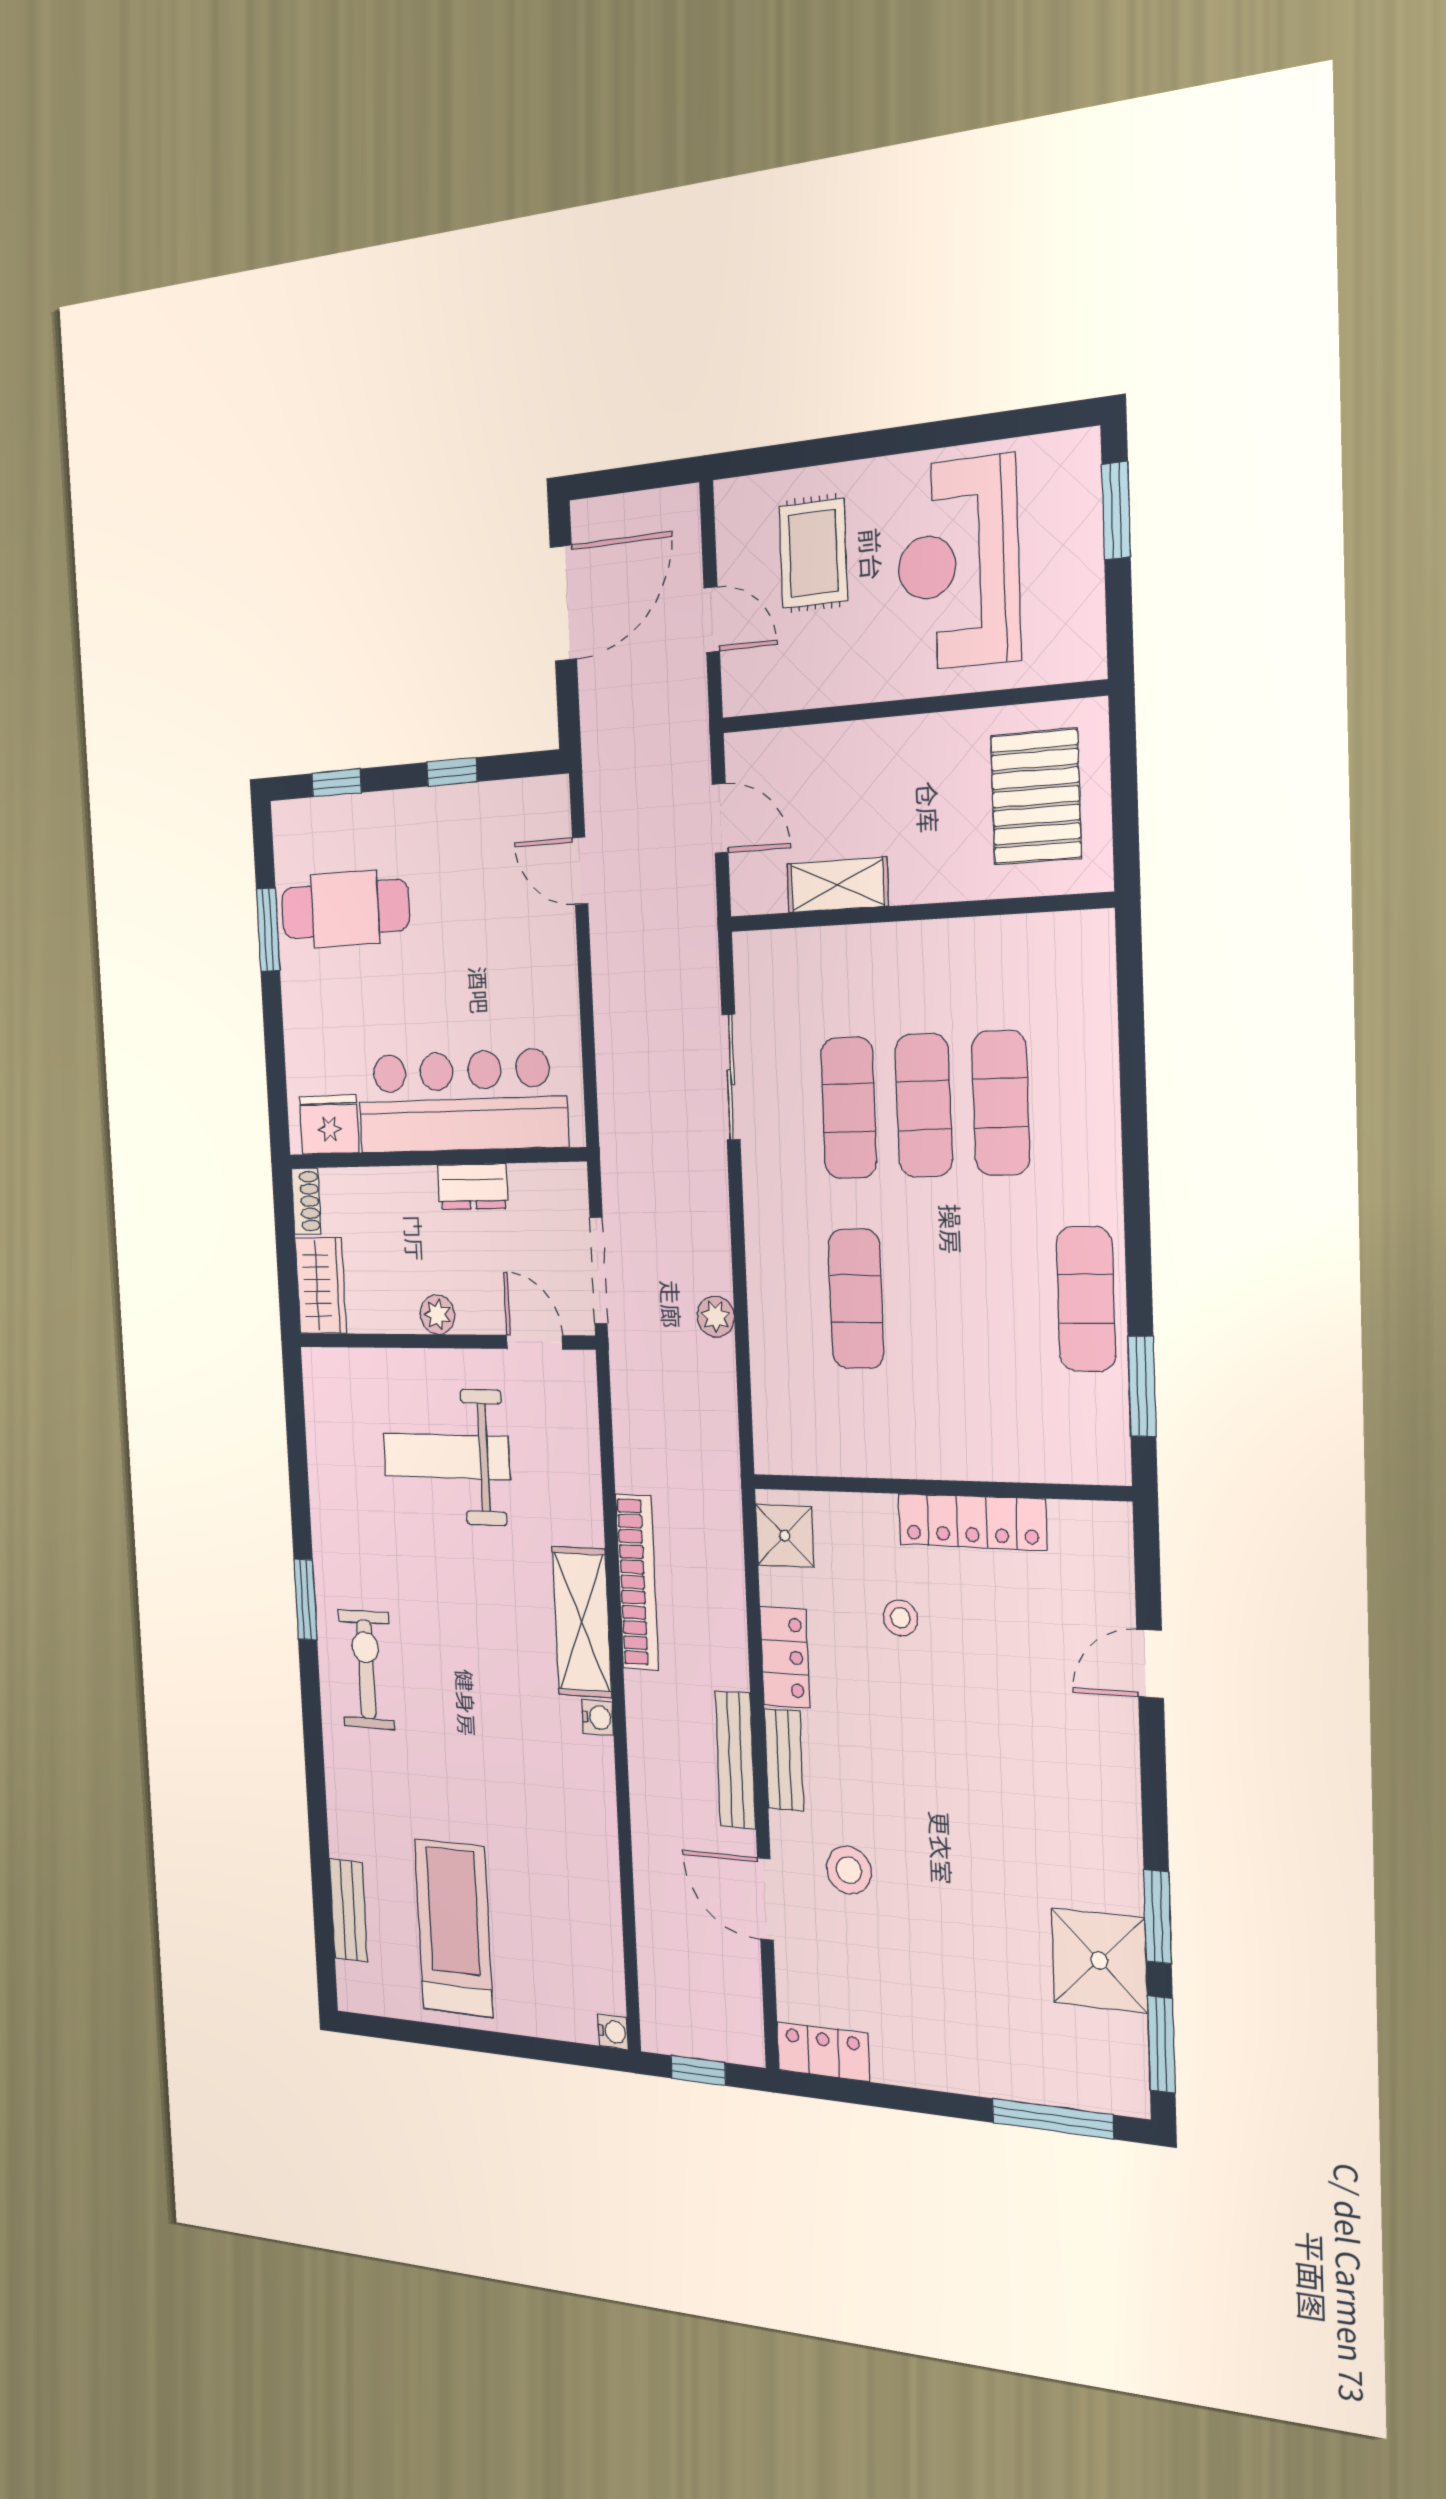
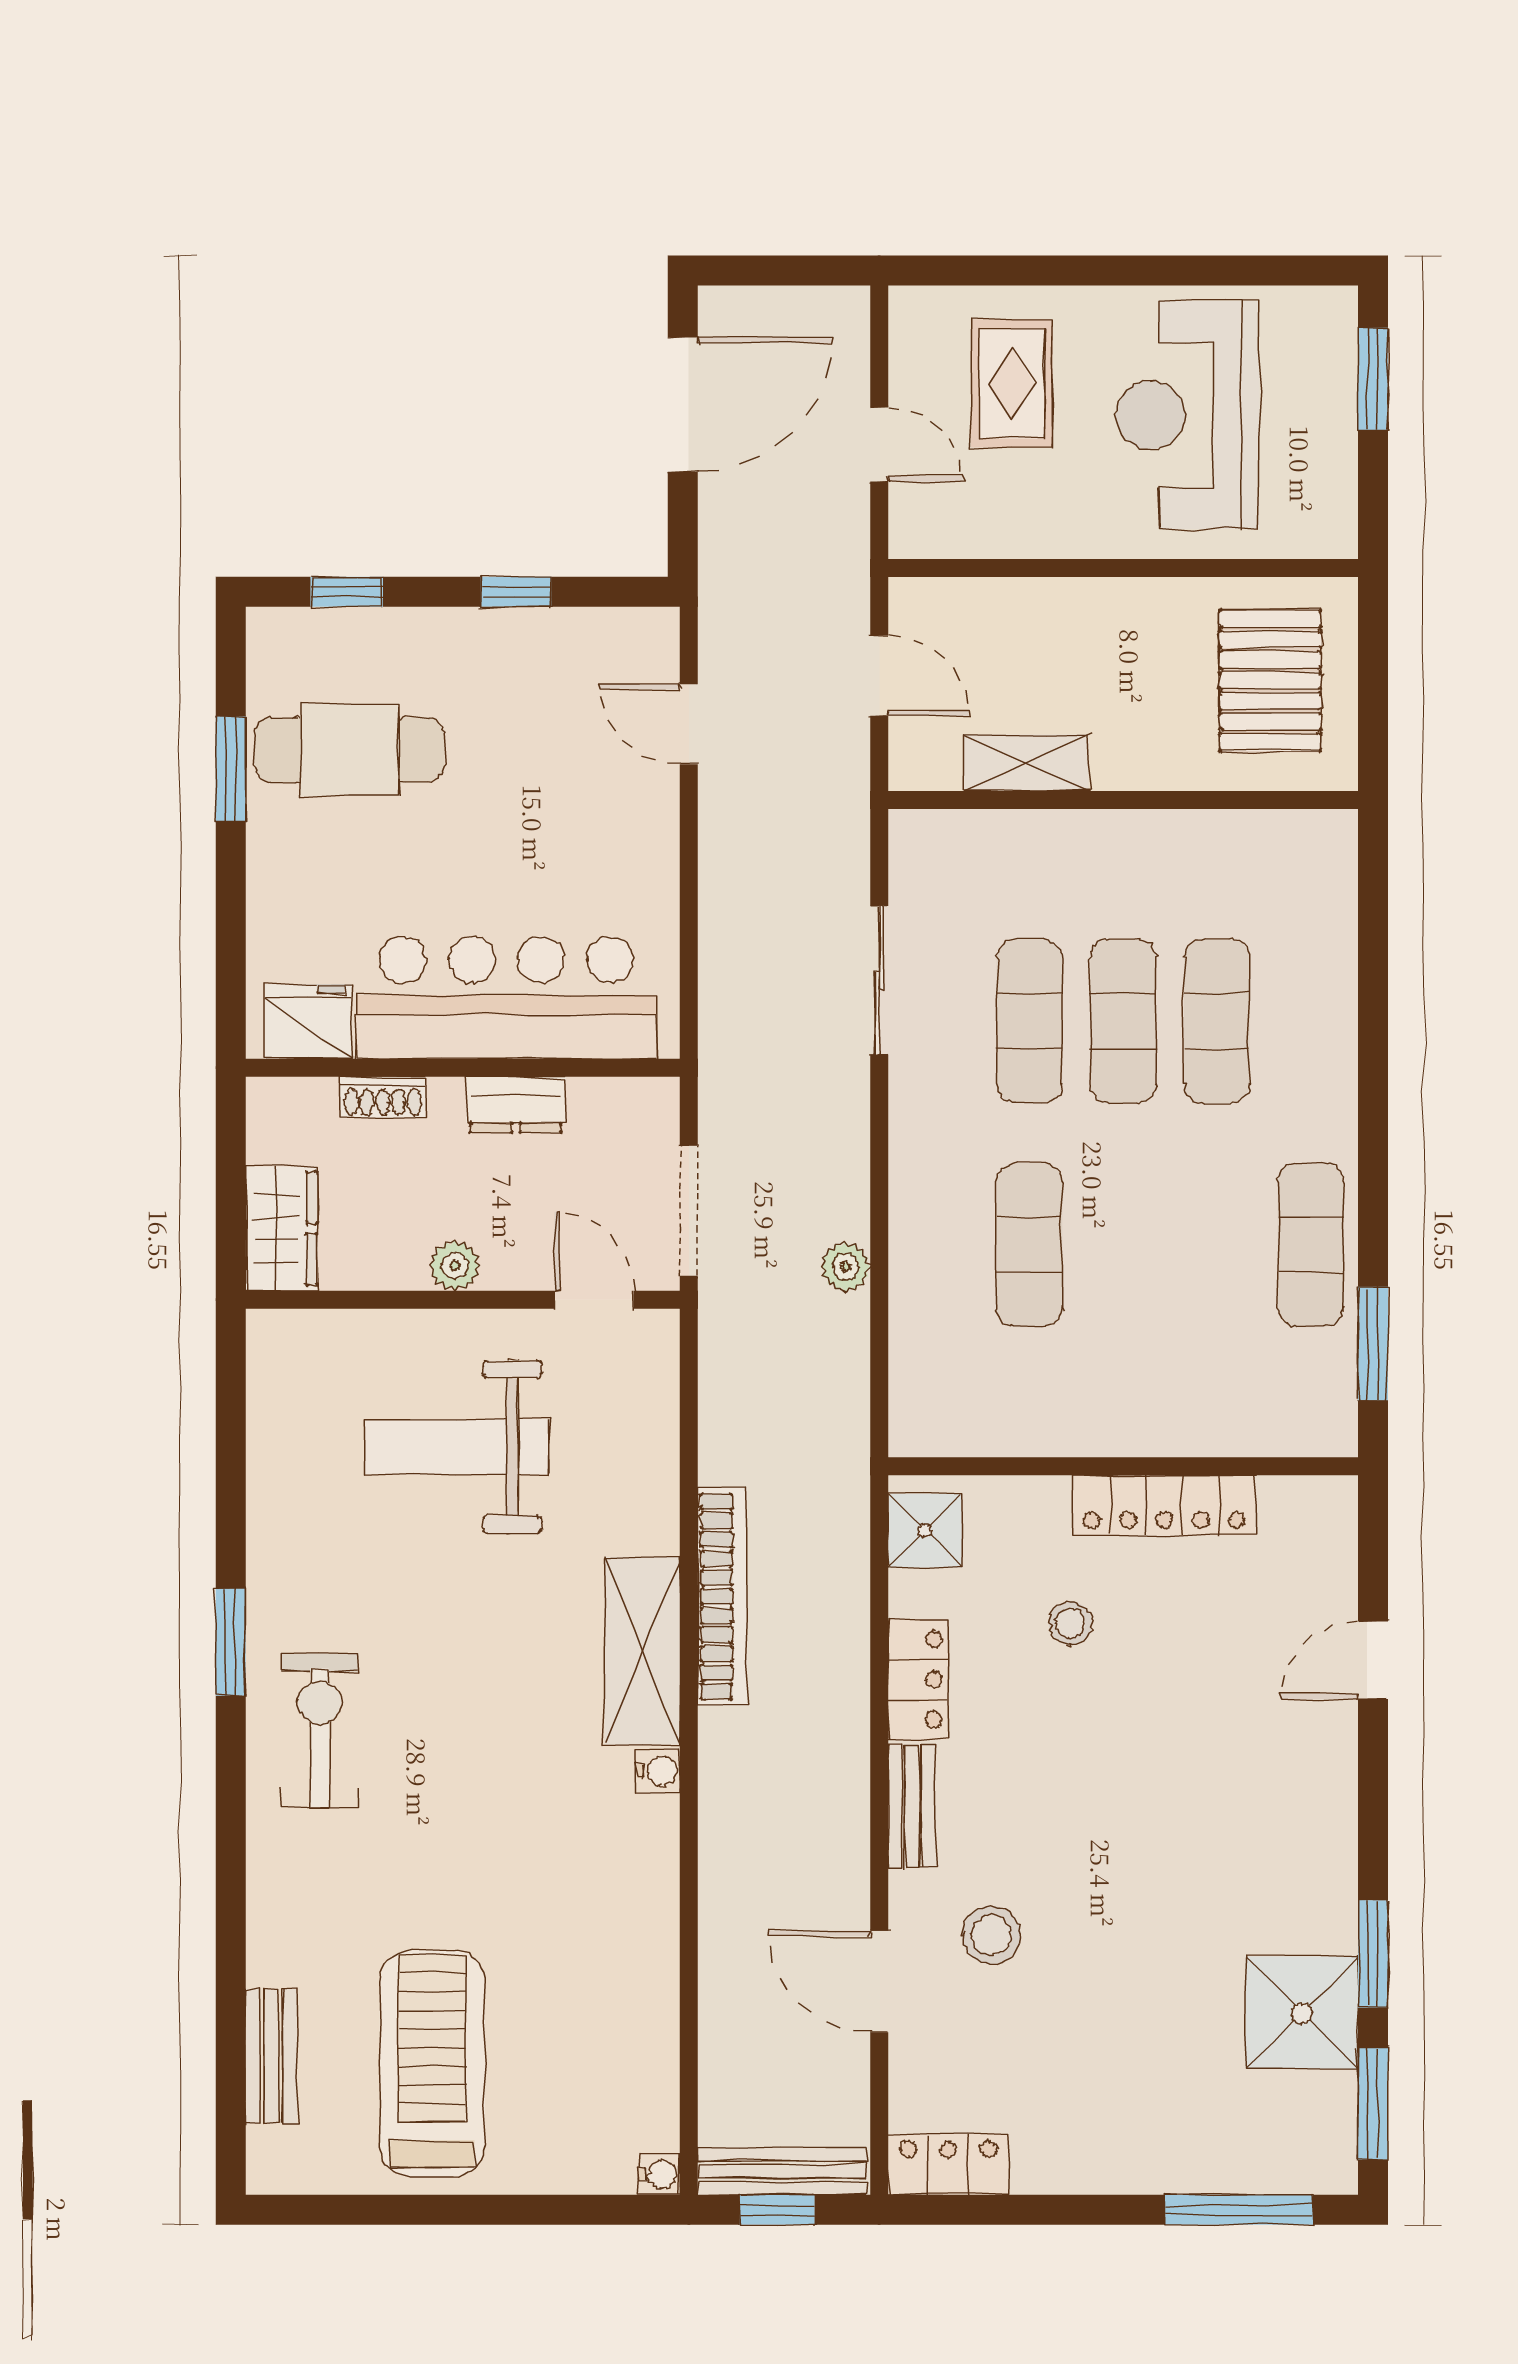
shoe rack: (306, 1201) -> (383, 1097), moved, turned 90
bench: (735, 1760) -> (782, 2171), moved, turned 90

